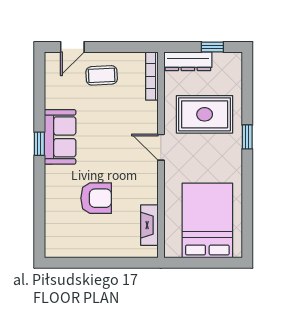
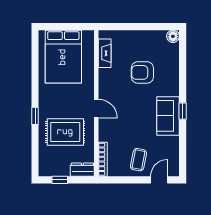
dresser: (188, 61) -> (82, 170), width x0.70
coffee table: (102, 75) -> (138, 160), turned -76
floor lamp: (53, 249) -> (173, 36), added

